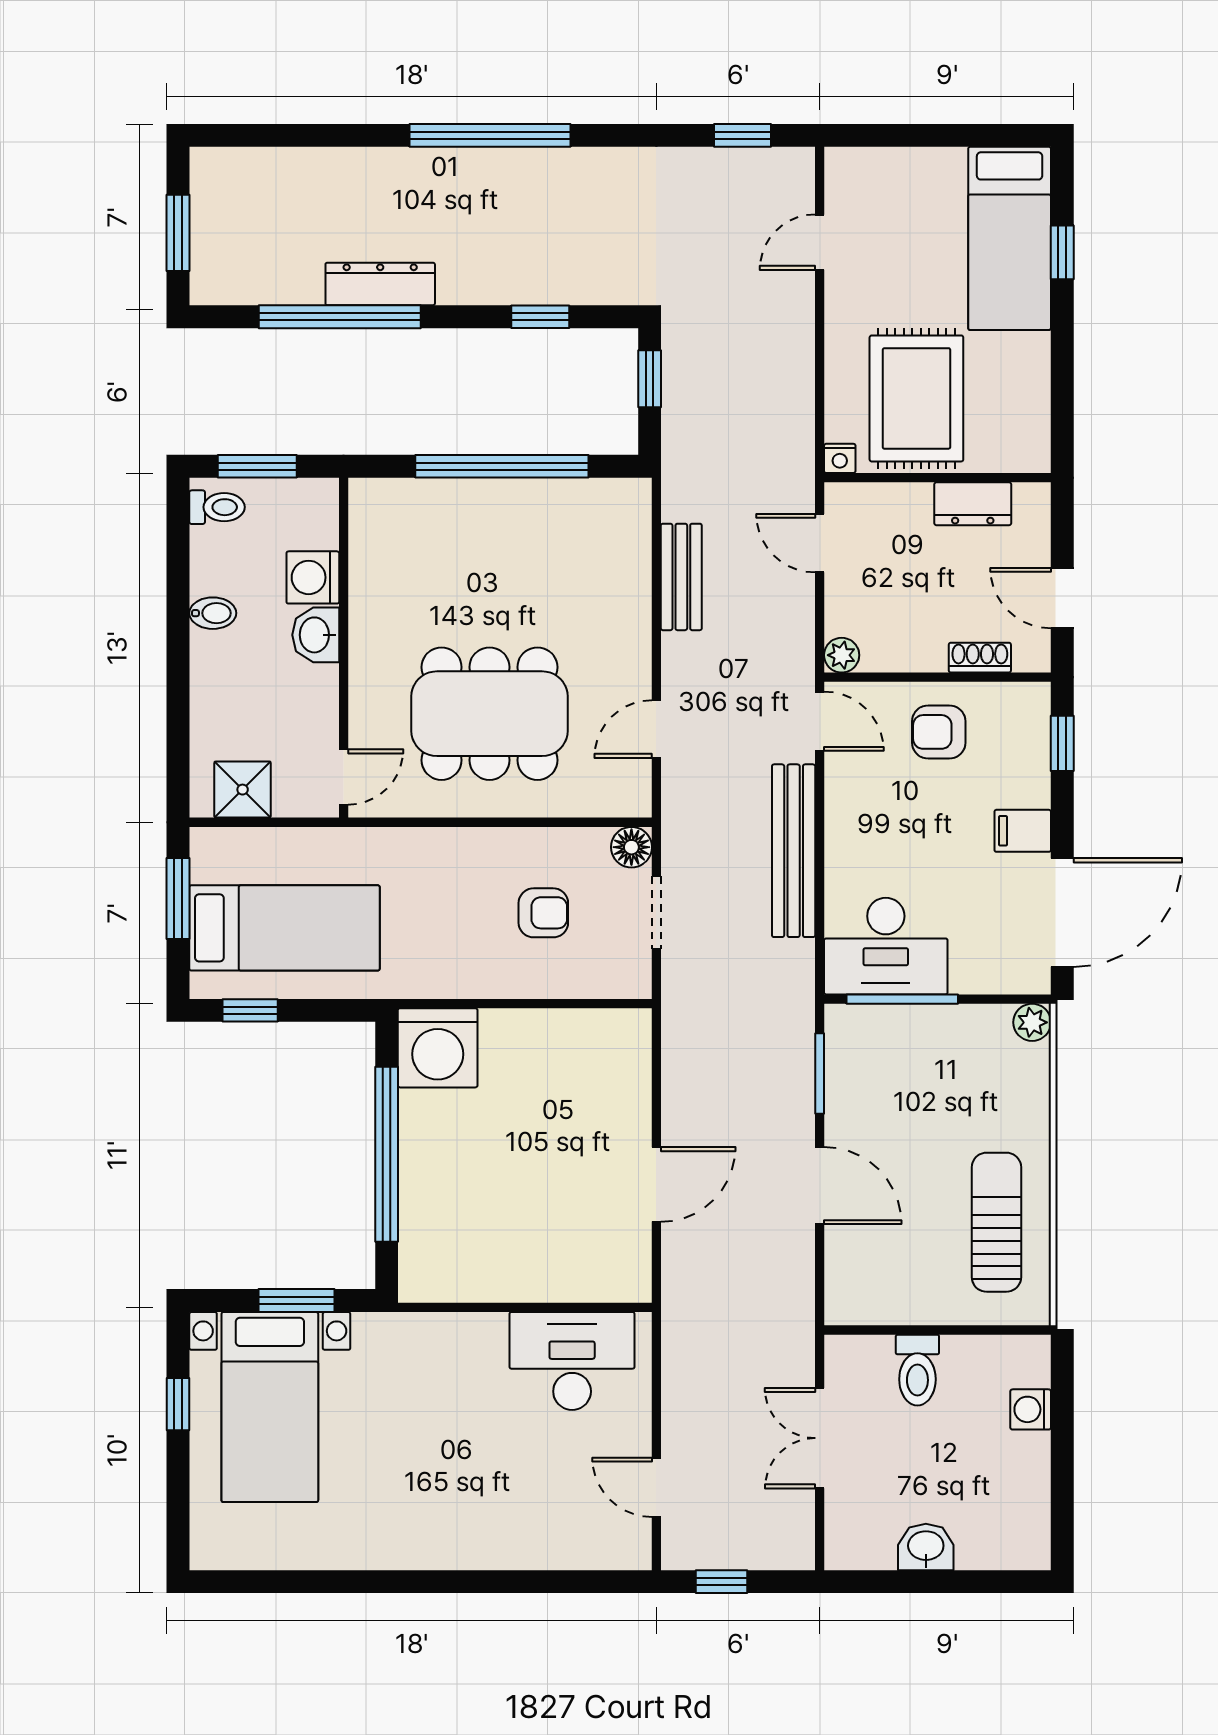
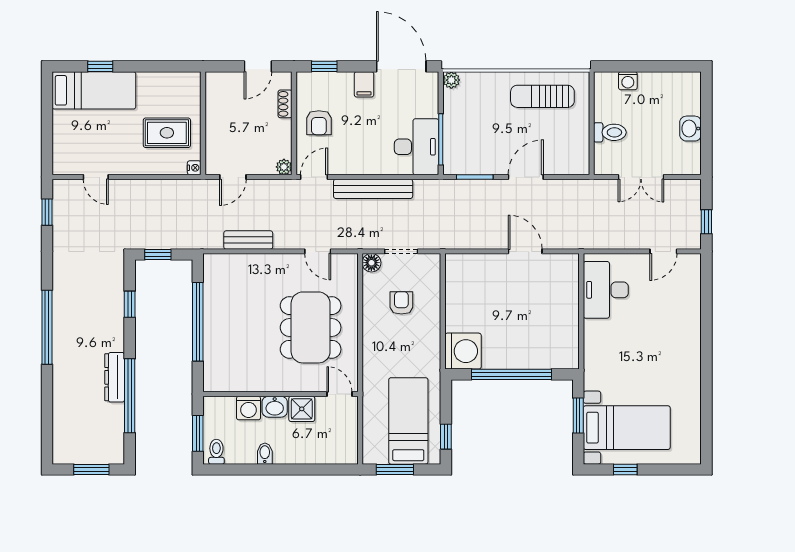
rug: (916, 398) -> (167, 133), width x0.73, depth x0.70
dresser: (973, 504) -> (215, 107), removed
shower: (243, 790) -> (302, 409), moved

